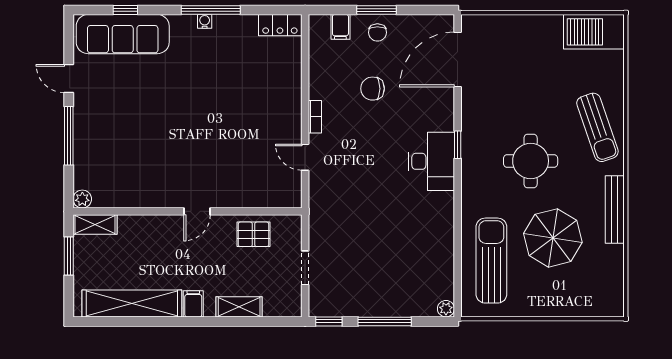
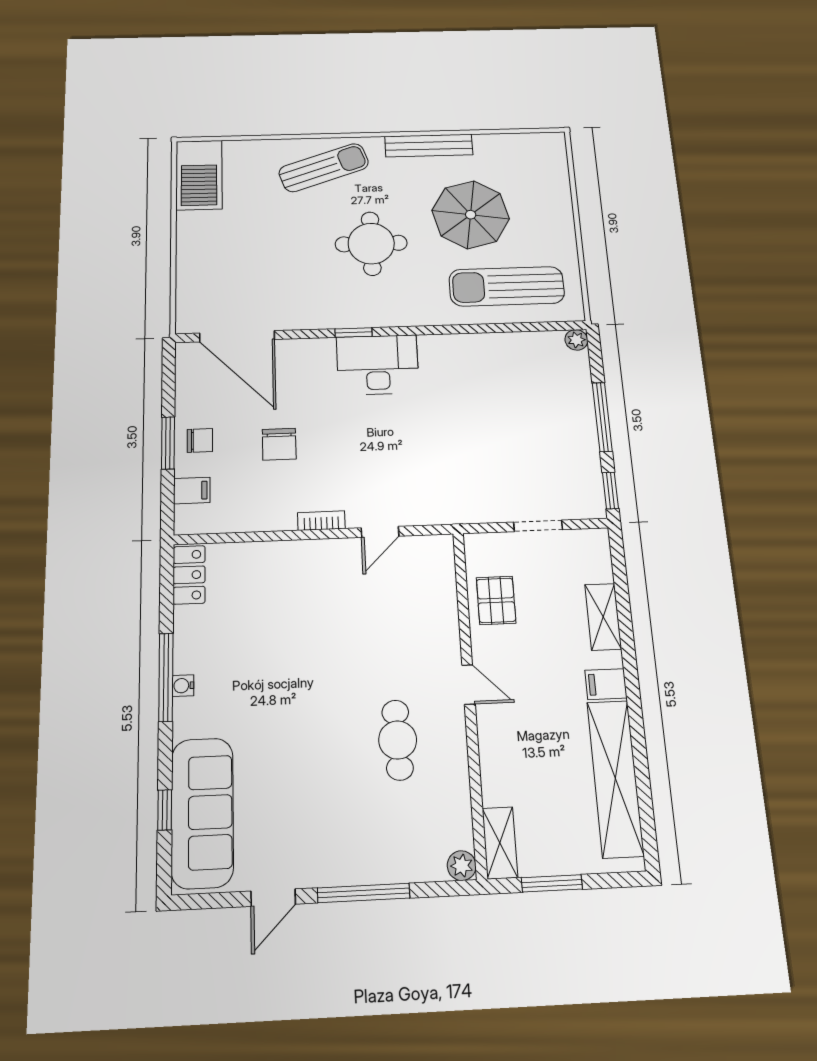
cafe table: (163, 162) -> (398, 740), added

